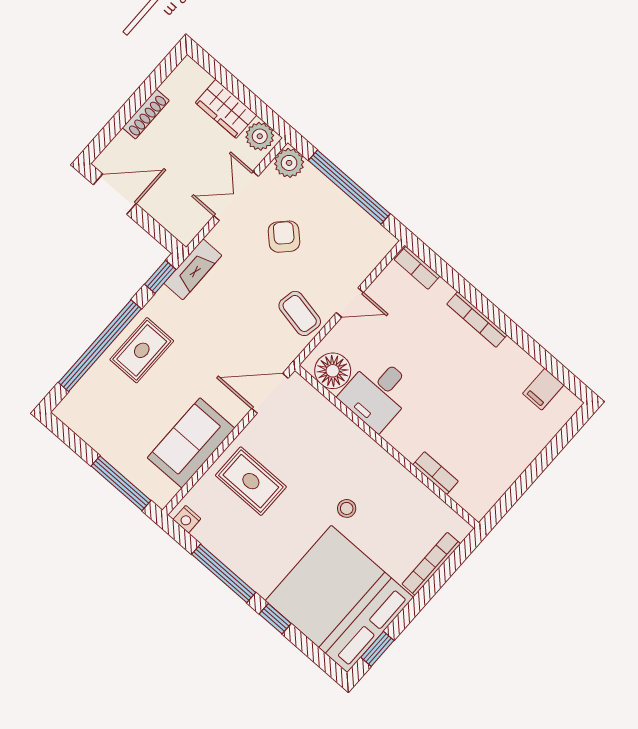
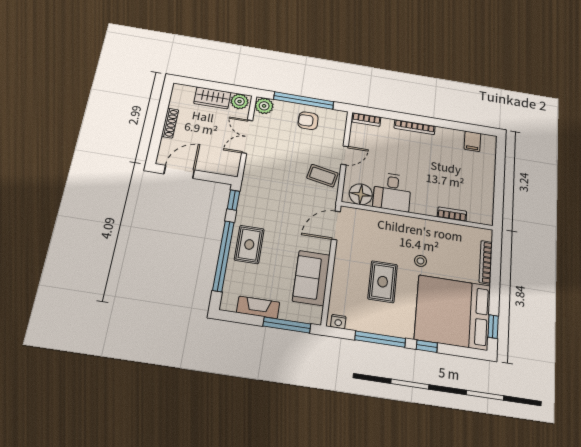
armchair: (284, 237) -> (308, 121), moved, turned -44
fireplace: (193, 269) -> (258, 307), moved, turned -90
rug: (251, 481) -> (383, 282), moved, turned 90

